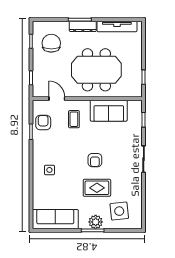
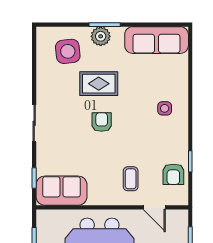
sofa: (109, 111) -> (61, 191), moved

